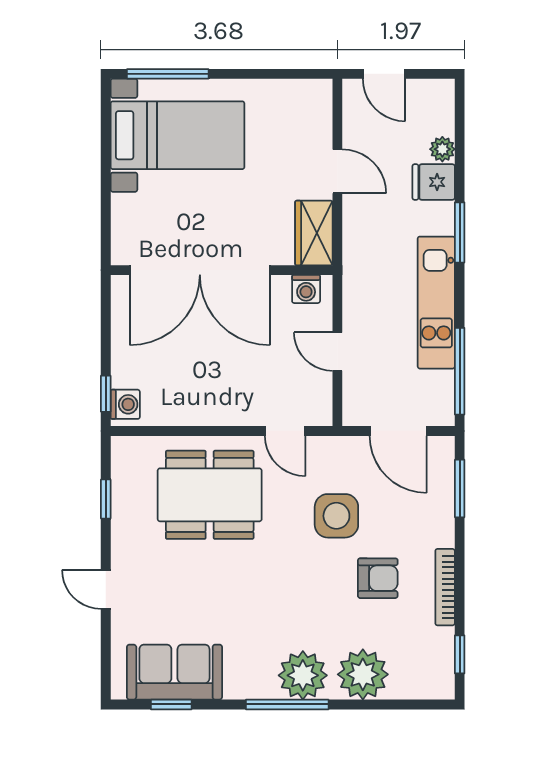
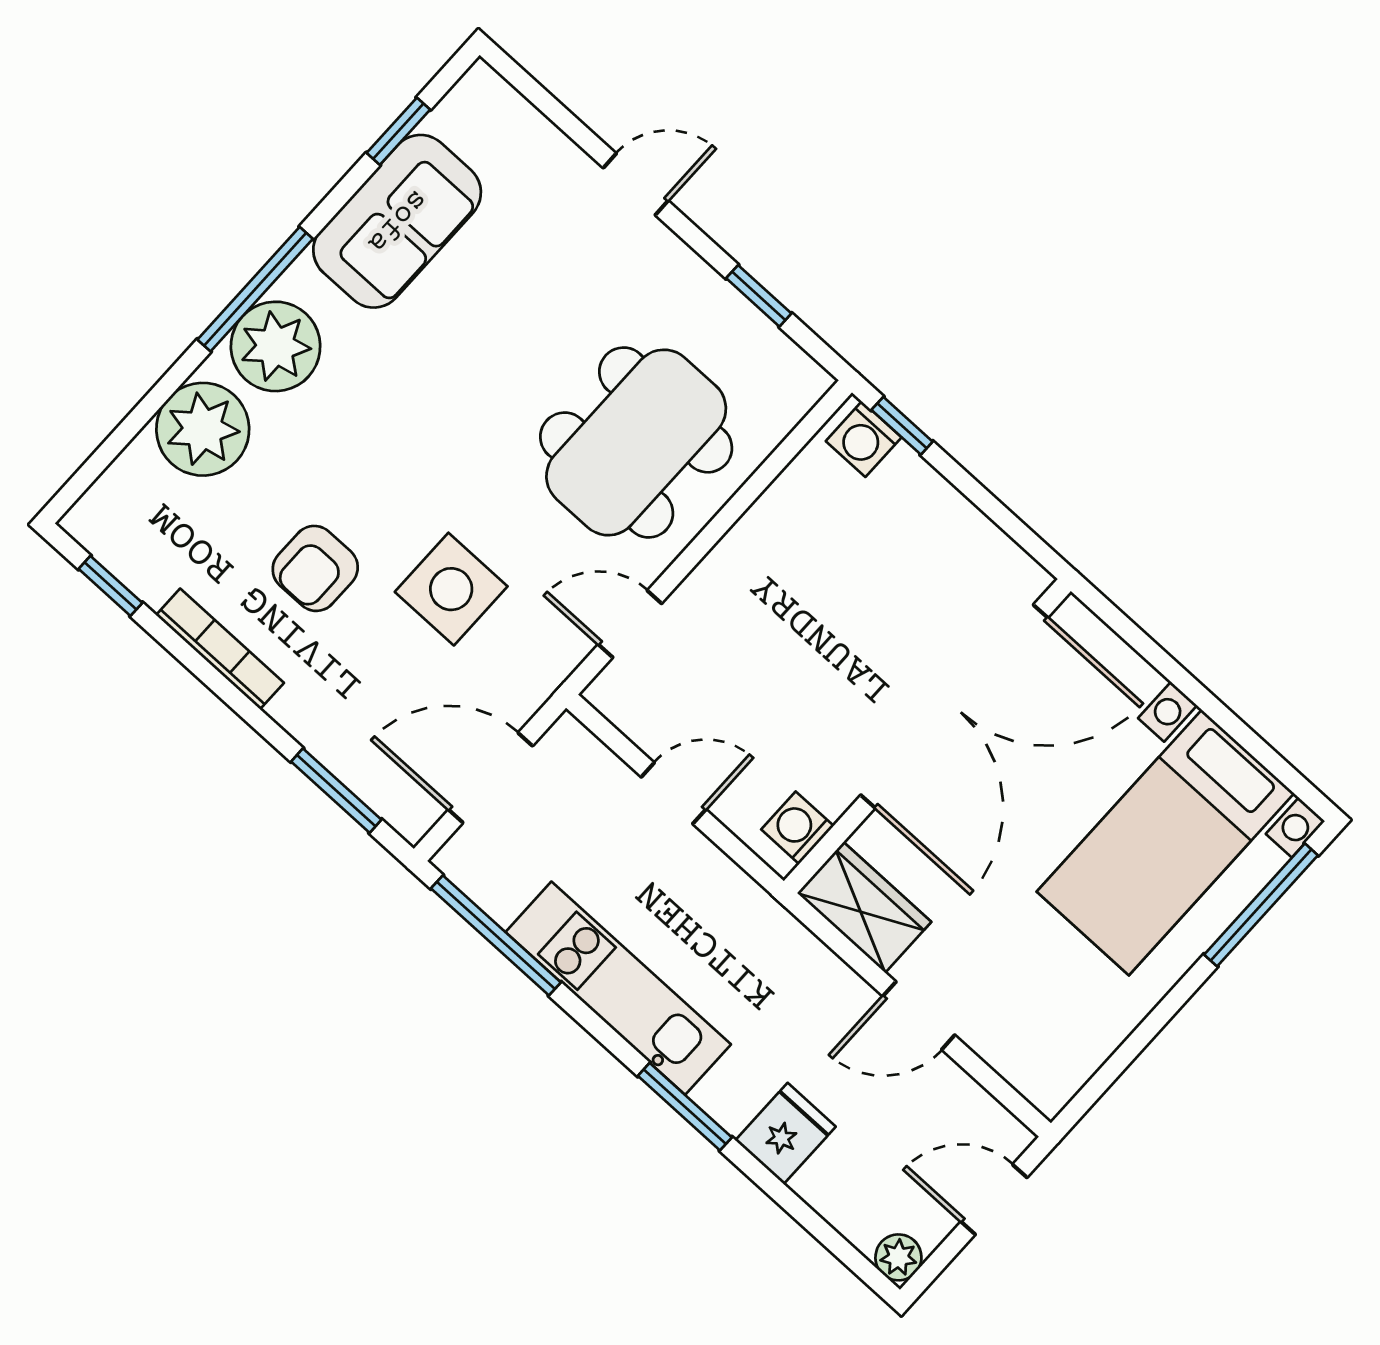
plant: (442, 149) -> (898, 1257), moved
double door: (200, 270) -> (954, 706), swing flipped
sofa: (174, 672) -> (397, 221), moved

